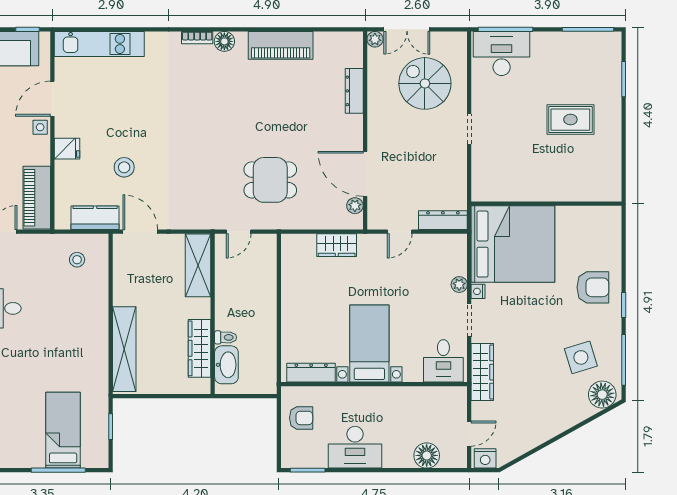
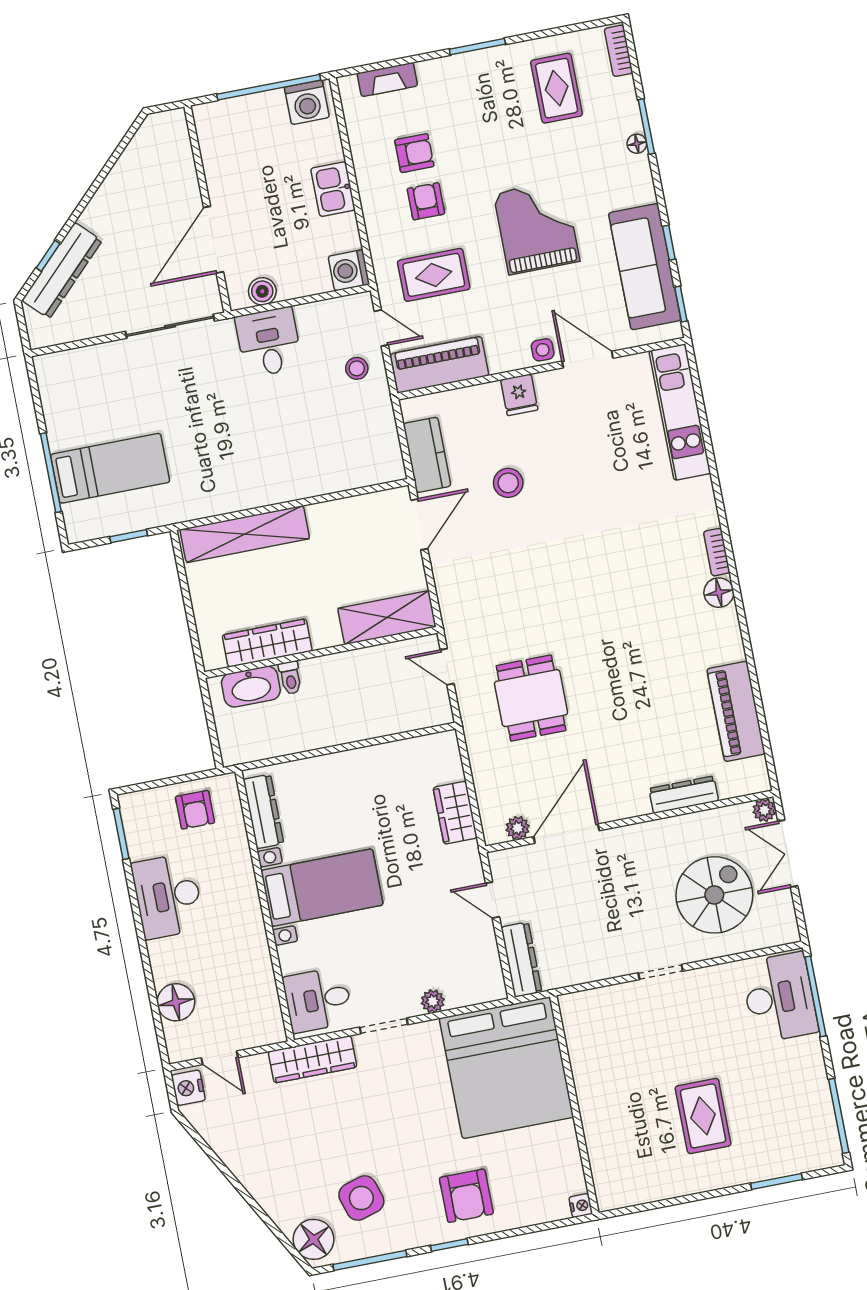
piano: (281, 45) -> (736, 711), moved
stool: (77, 260) -> (357, 368), moved
nightstand: (478, 291) -> (581, 1206), moved, turned 90

